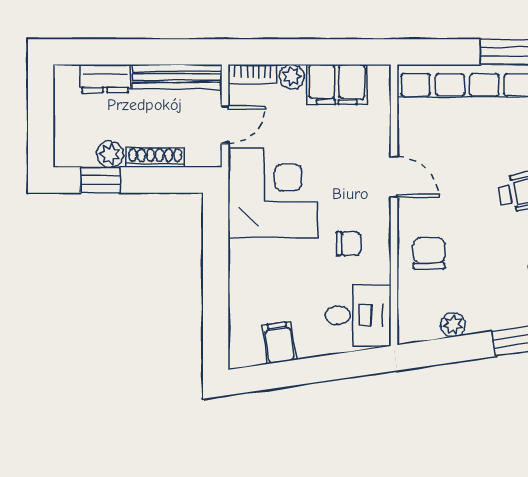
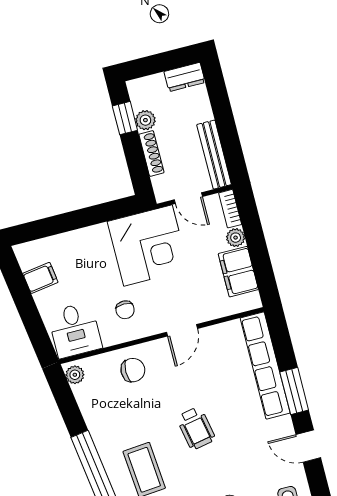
dresser: (105, 78) -> (185, 77), moved, turned -90
plant: (453, 325) -> (75, 375), moved

